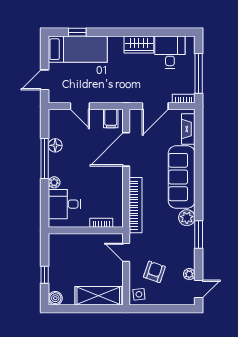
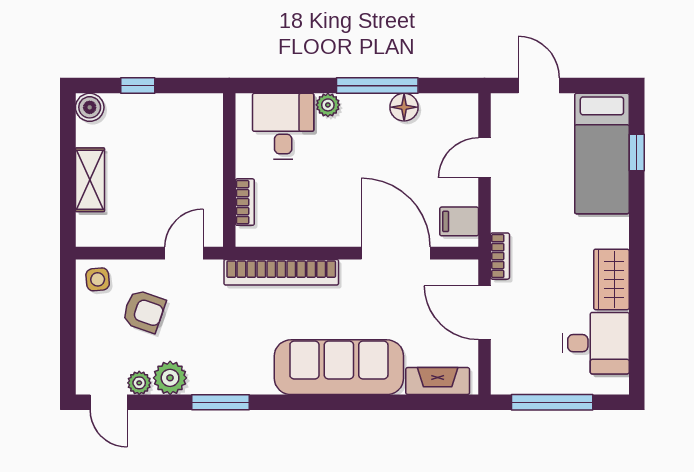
bookcase: (184, 99) -> (500, 256), moved
plant: (187, 218) -> (170, 378), moved
shelving: (98, 296) -> (90, 180), width x0.67, depth x0.75

